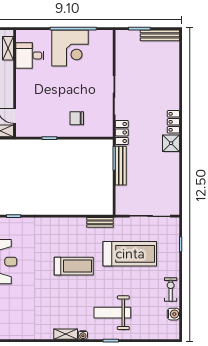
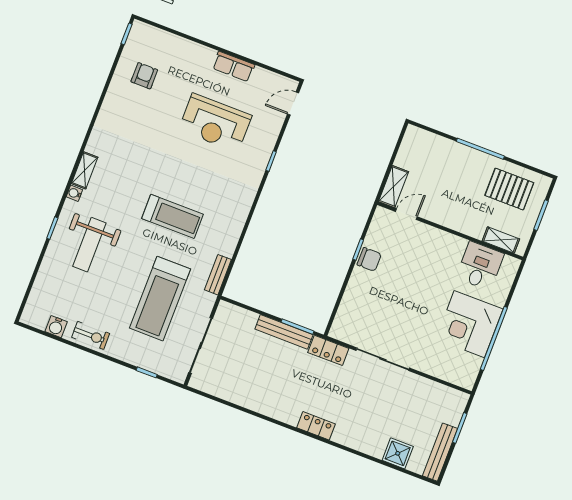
chair: (77, 118) -> (369, 259), moved, turned 90
shower: (171, 143) -> (398, 453), moved
treadmill: (74, 266) -> (173, 216), turned -90
weight bench: (112, 313) -> (89, 245), turned 180

